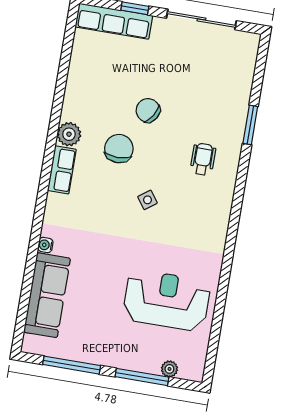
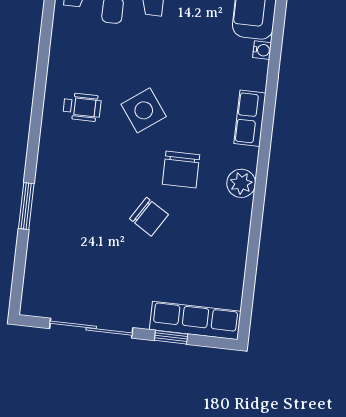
wheelchair: (203, 159) -> (82, 107), moved, turned -90
row of seats: (62, 170) -> (250, 118), moved
side table: (147, 200) -> (144, 110), width x1.87, depth x1.87

